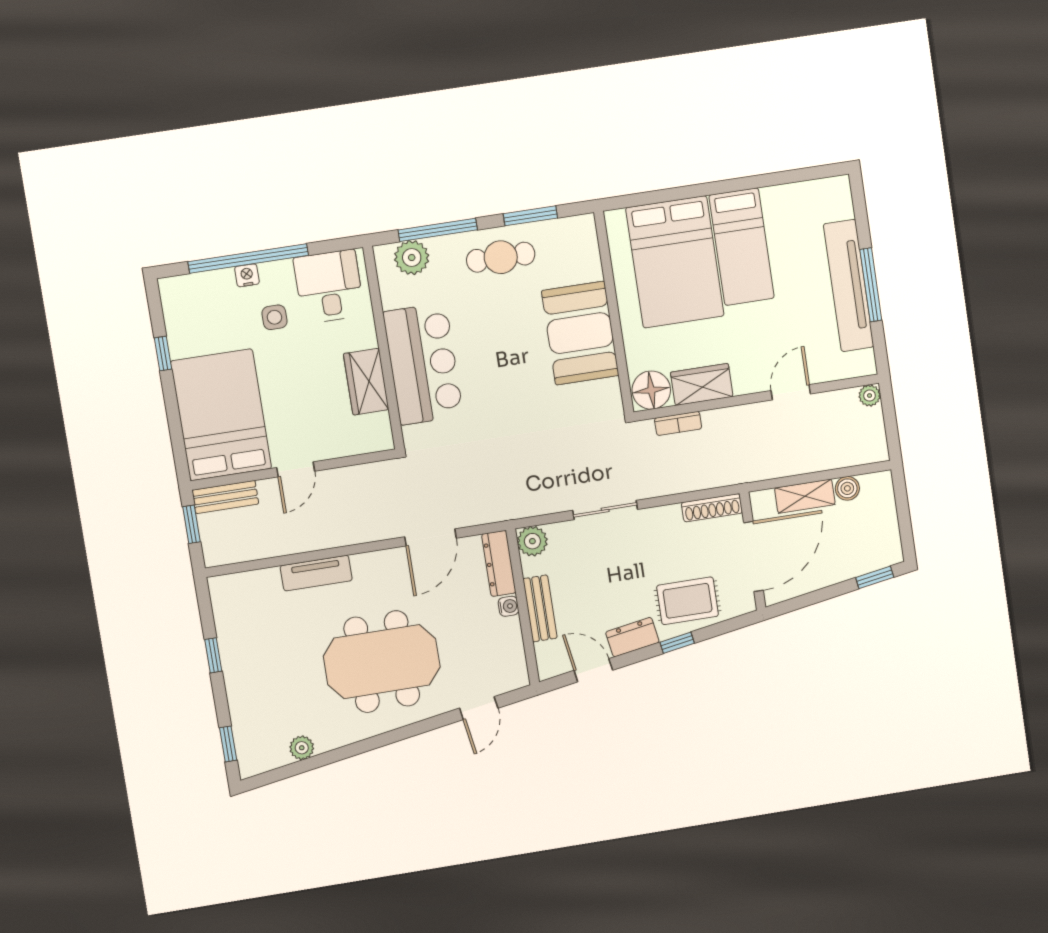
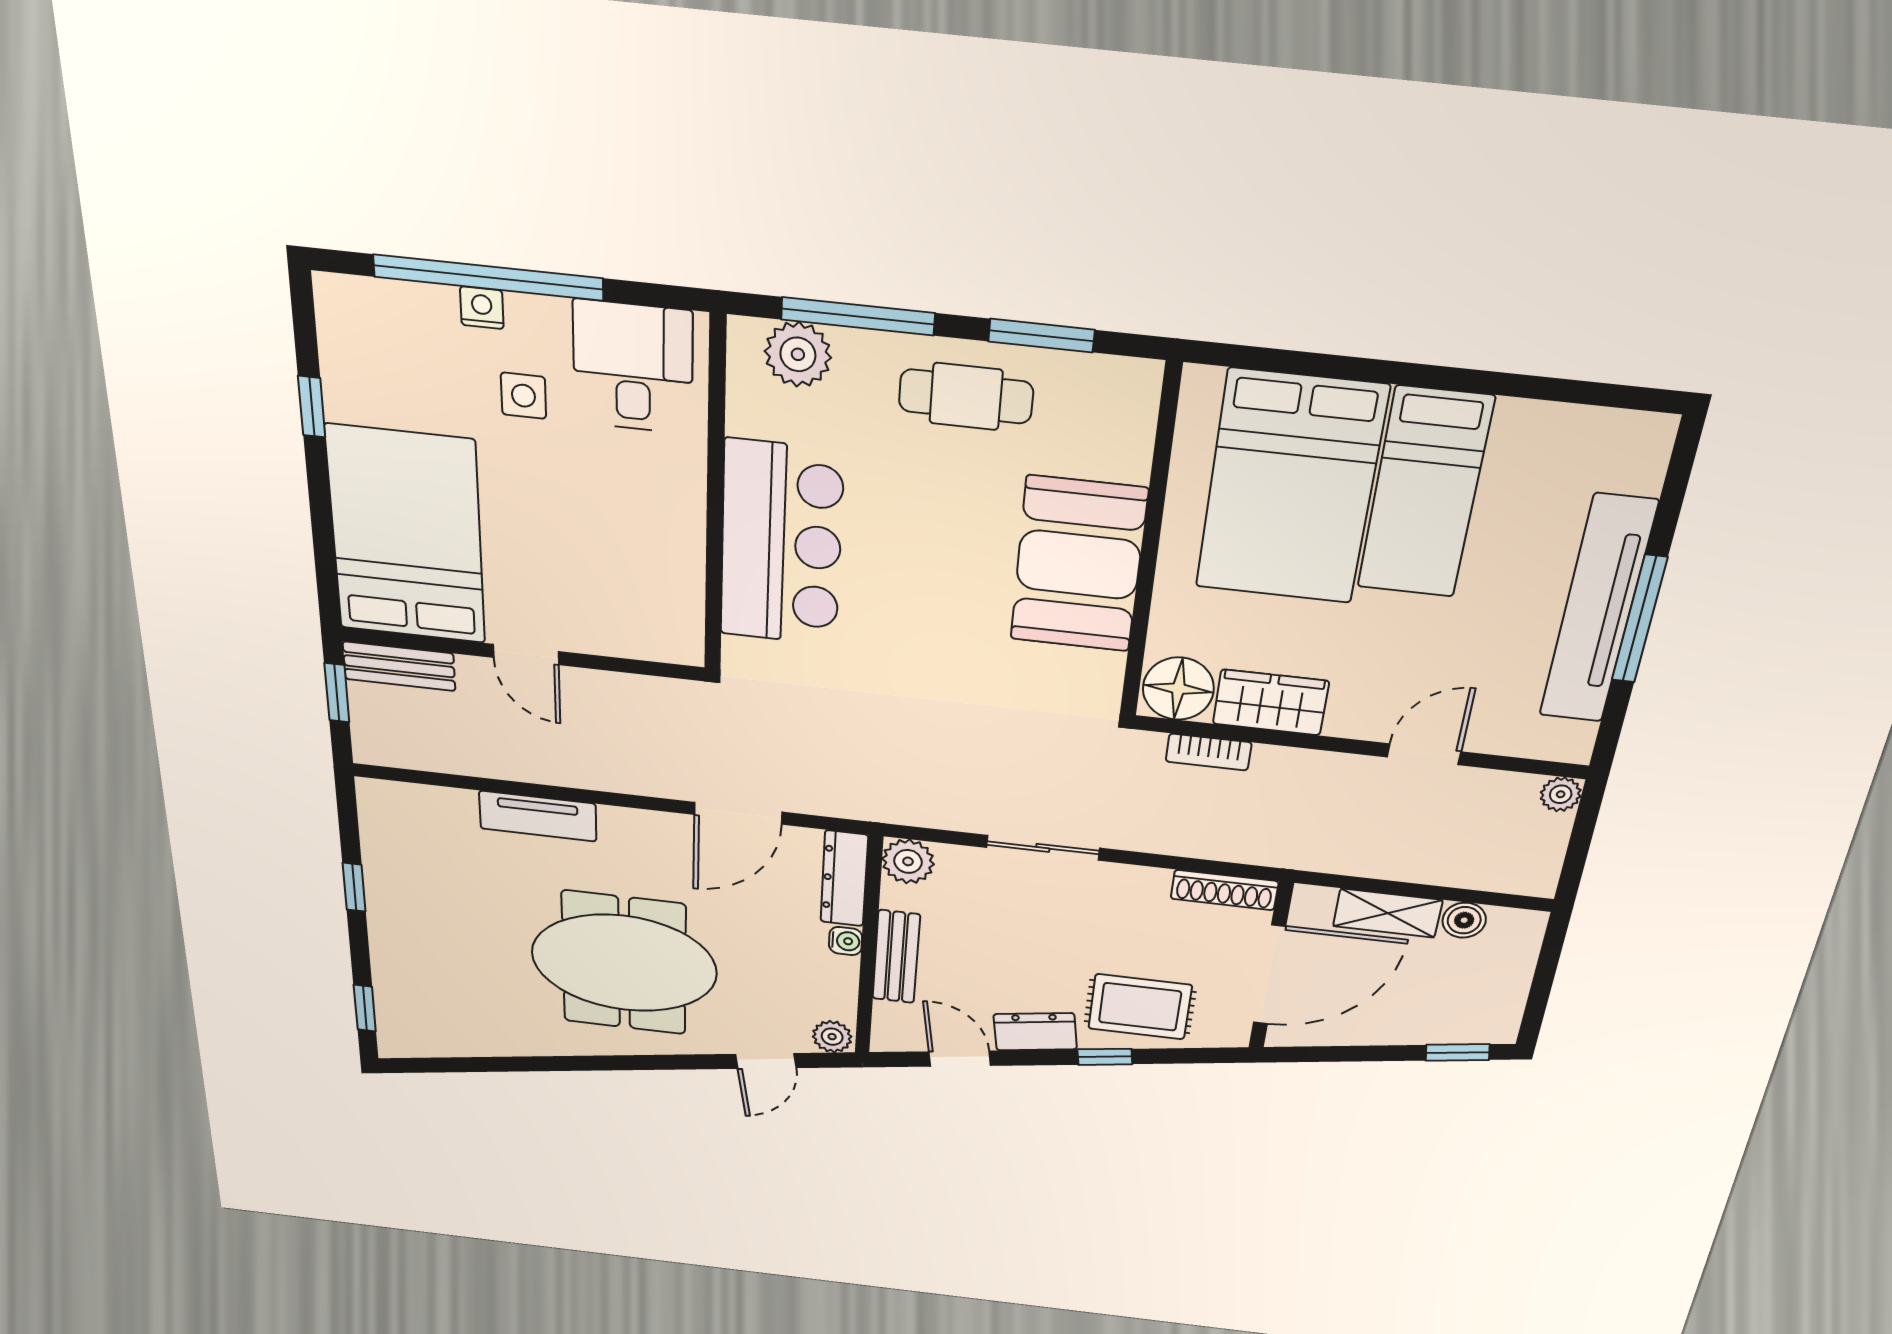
wardrobe: (366, 382) -> (673, 547), removed
door: (296, 469) -> (526, 654), hinge flipped
plant: (302, 748) -> (832, 1037), moved

